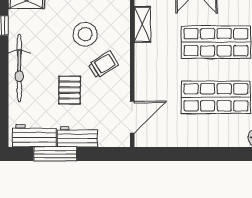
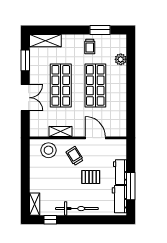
shelving: (142, 24) -> (60, 131), moved
stool: (85, 34) -> (49, 150), moved
door: (132, 117) -> (95, 138), moved

